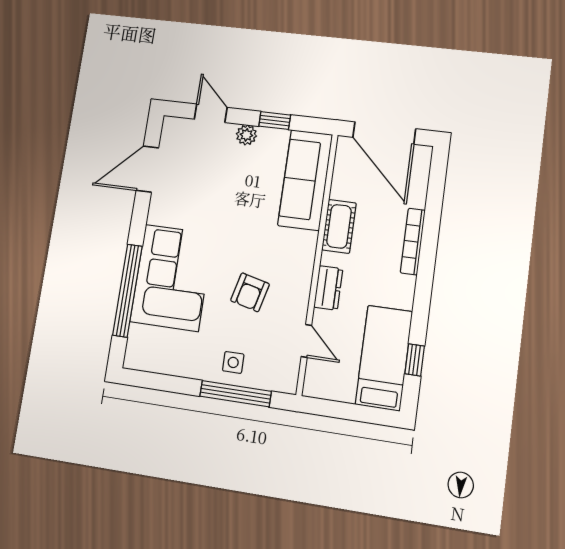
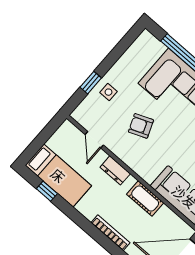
armchair: (250, 292) -> (141, 126), turned -36
door: (306, 341) -> (94, 140), hinge flipped
window: (235, 394) -> (91, 83), width x0.46

